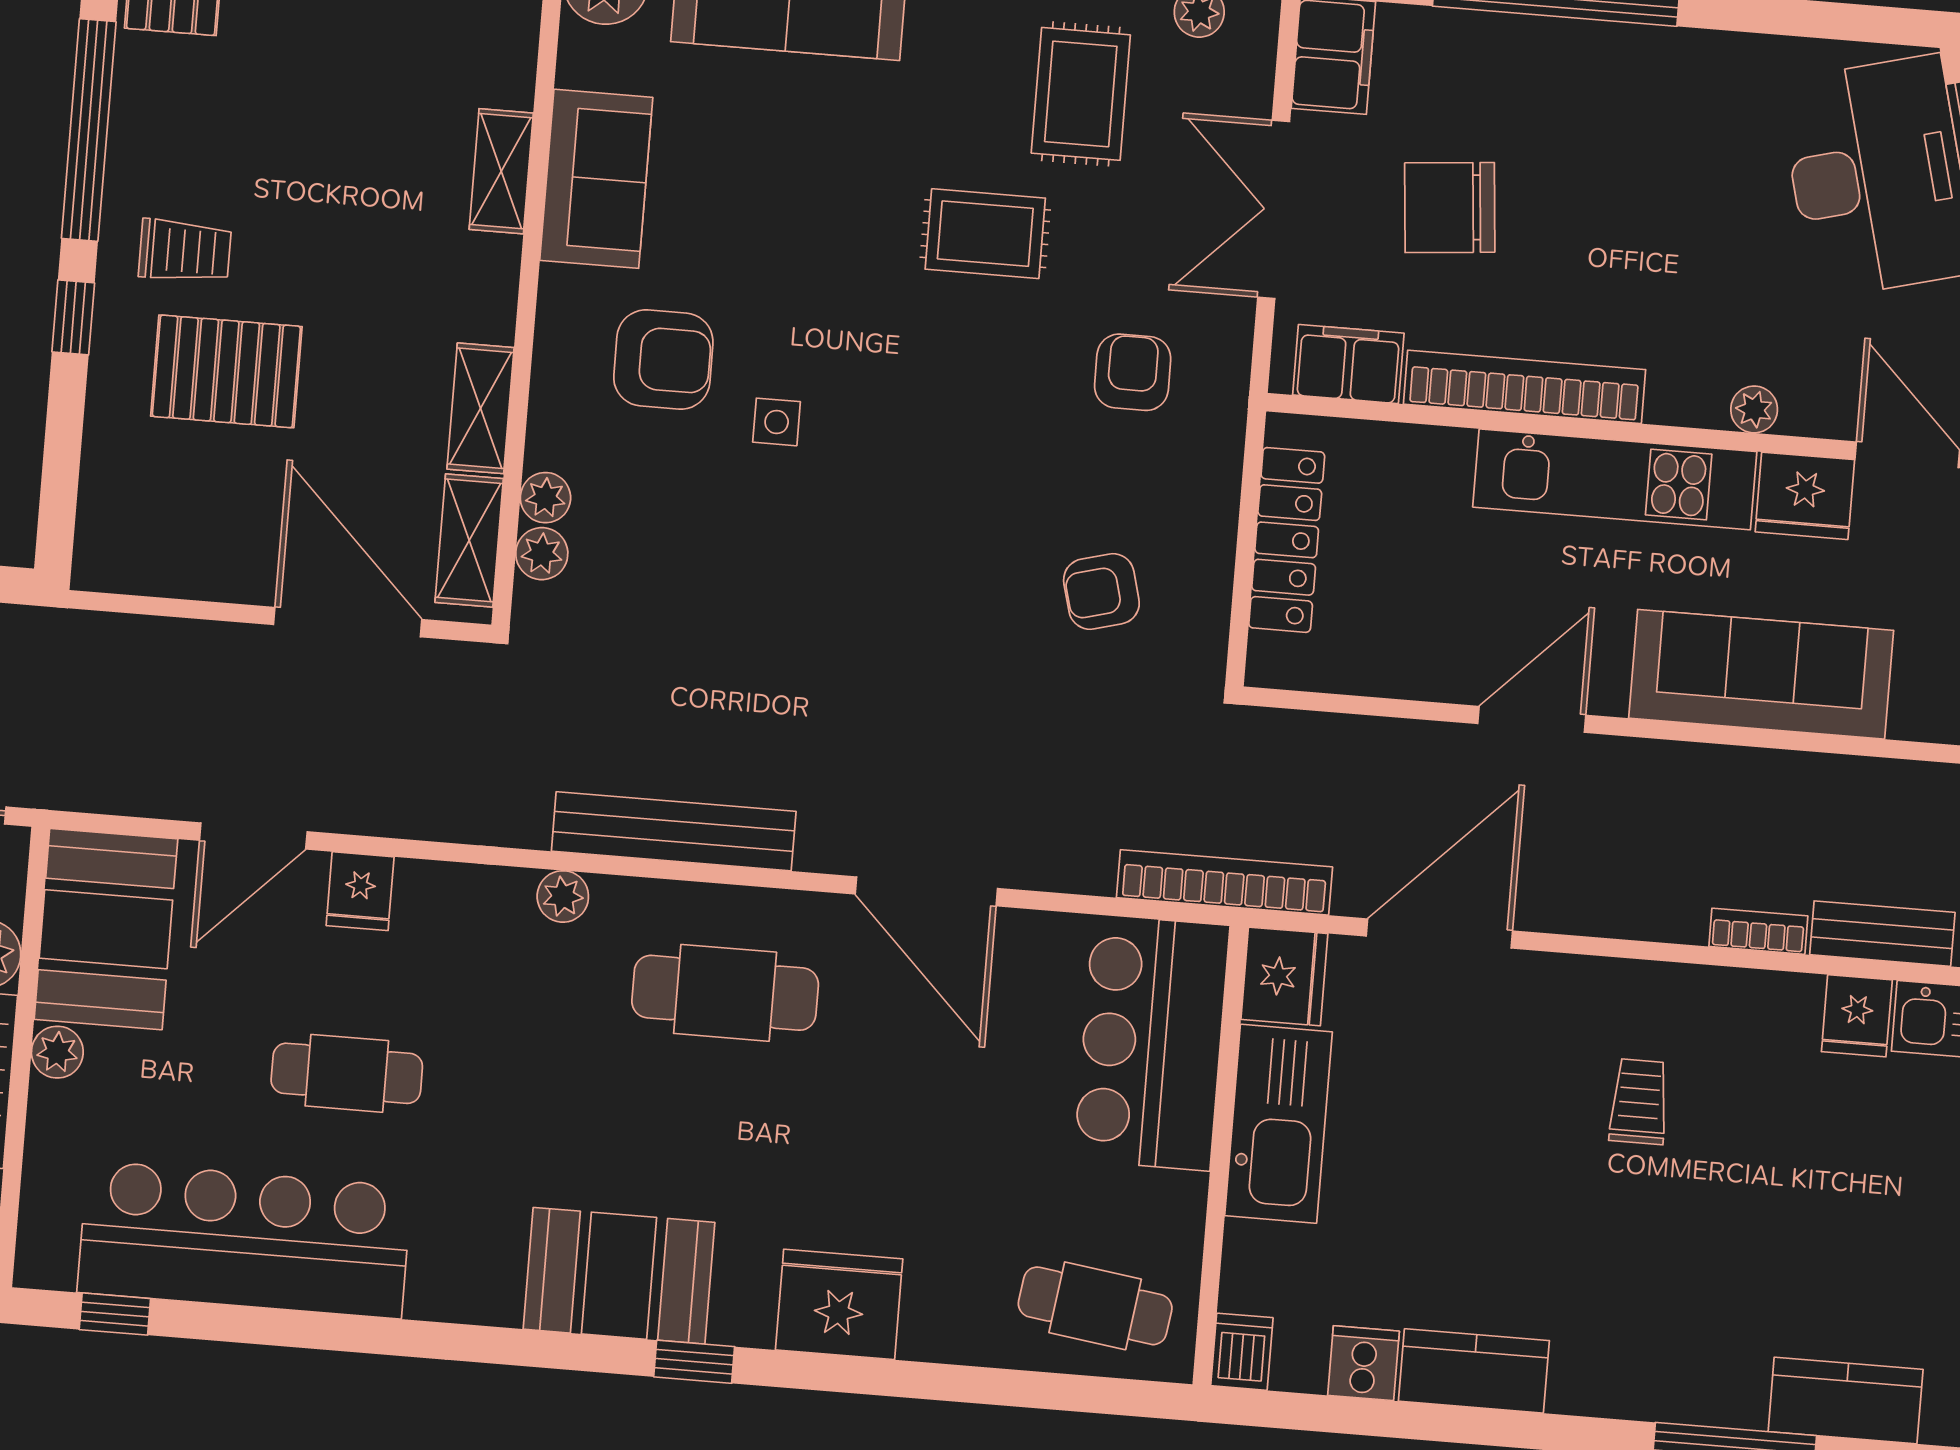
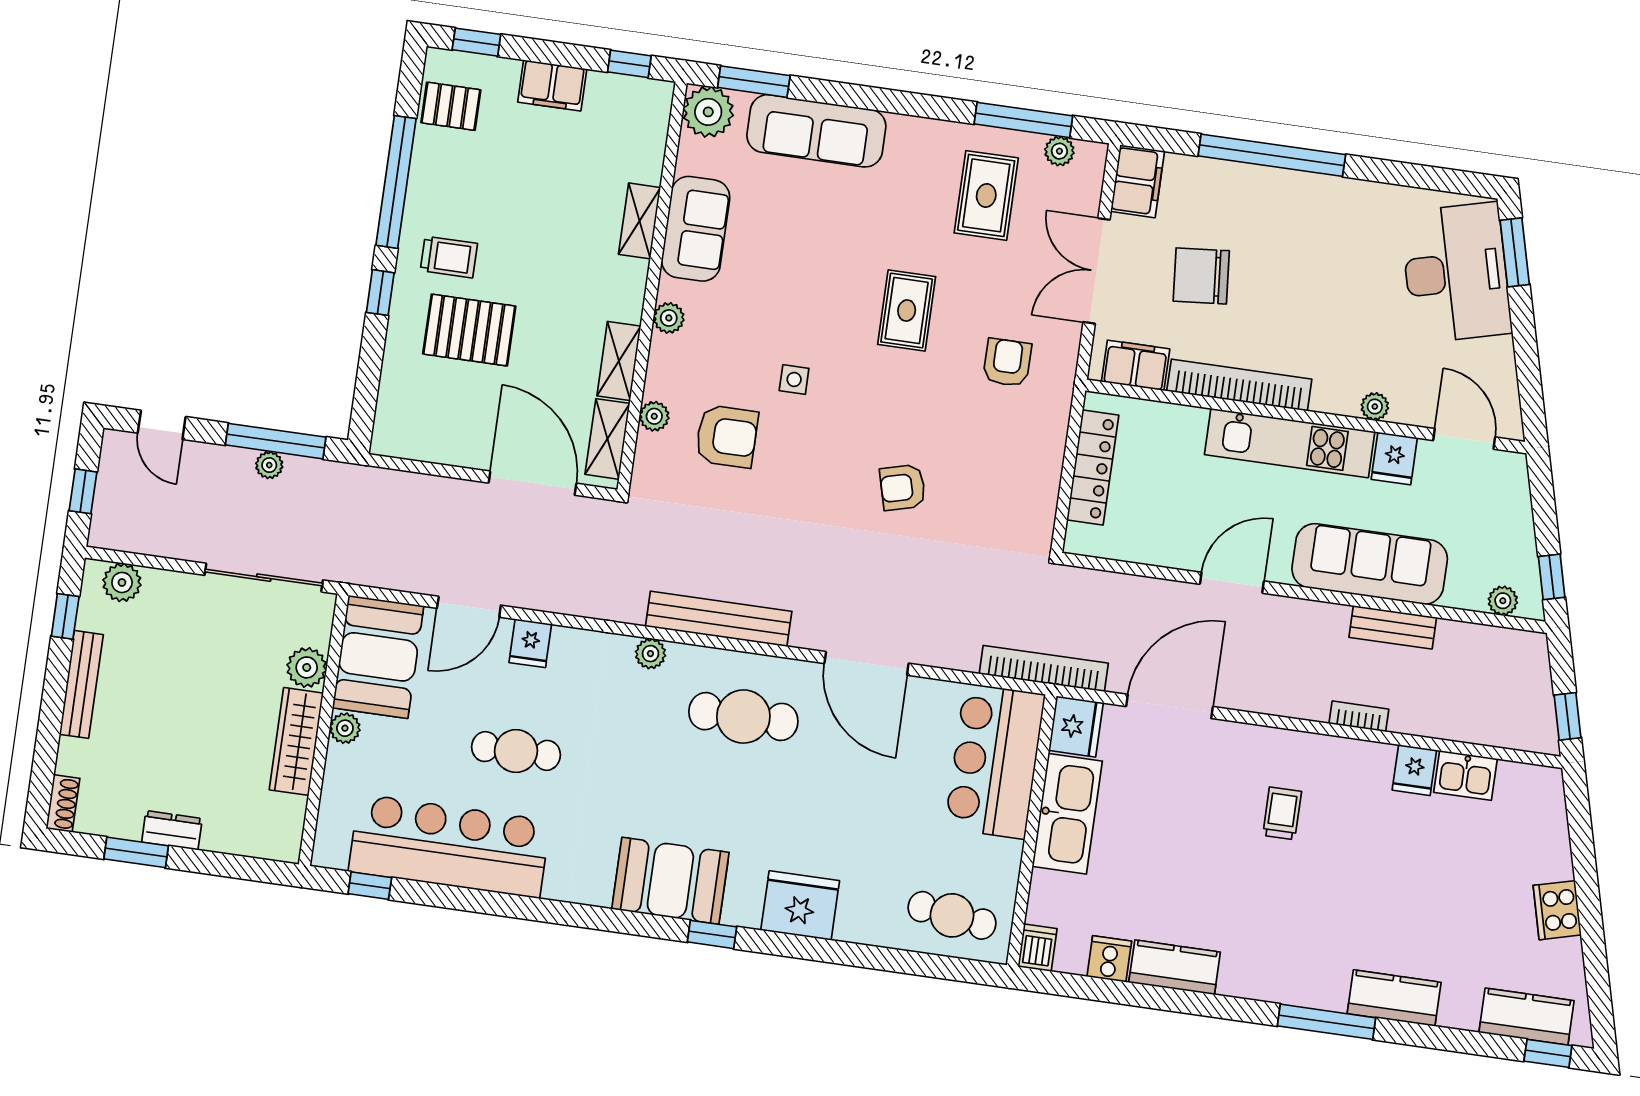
rug: (985, 234) -> (907, 311), moved, turned 90
armchair: (663, 360) -> (727, 436), moved
fridge: (1805, 496) -> (1394, 458), width x0.72
plant: (542, 554) -> (669, 318), moved
armchair: (1101, 591) -> (903, 487), moved
bench: (1882, 934) -> (1393, 627), moved

